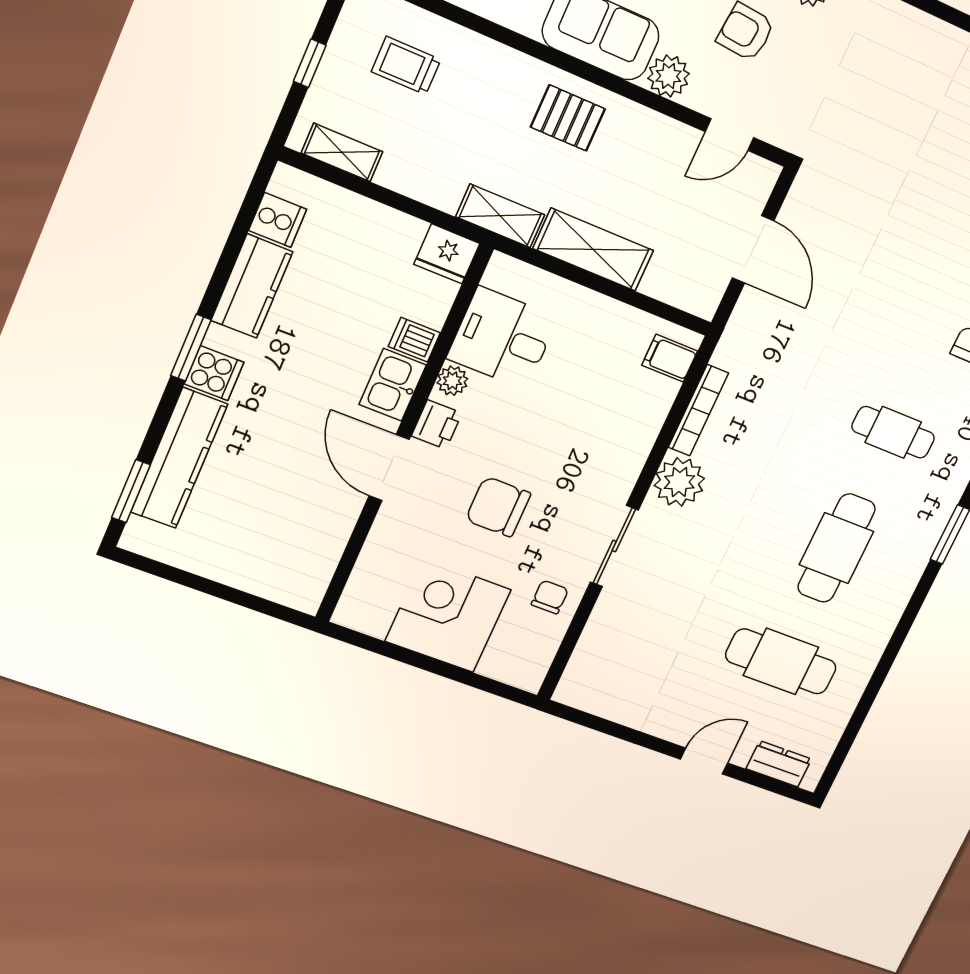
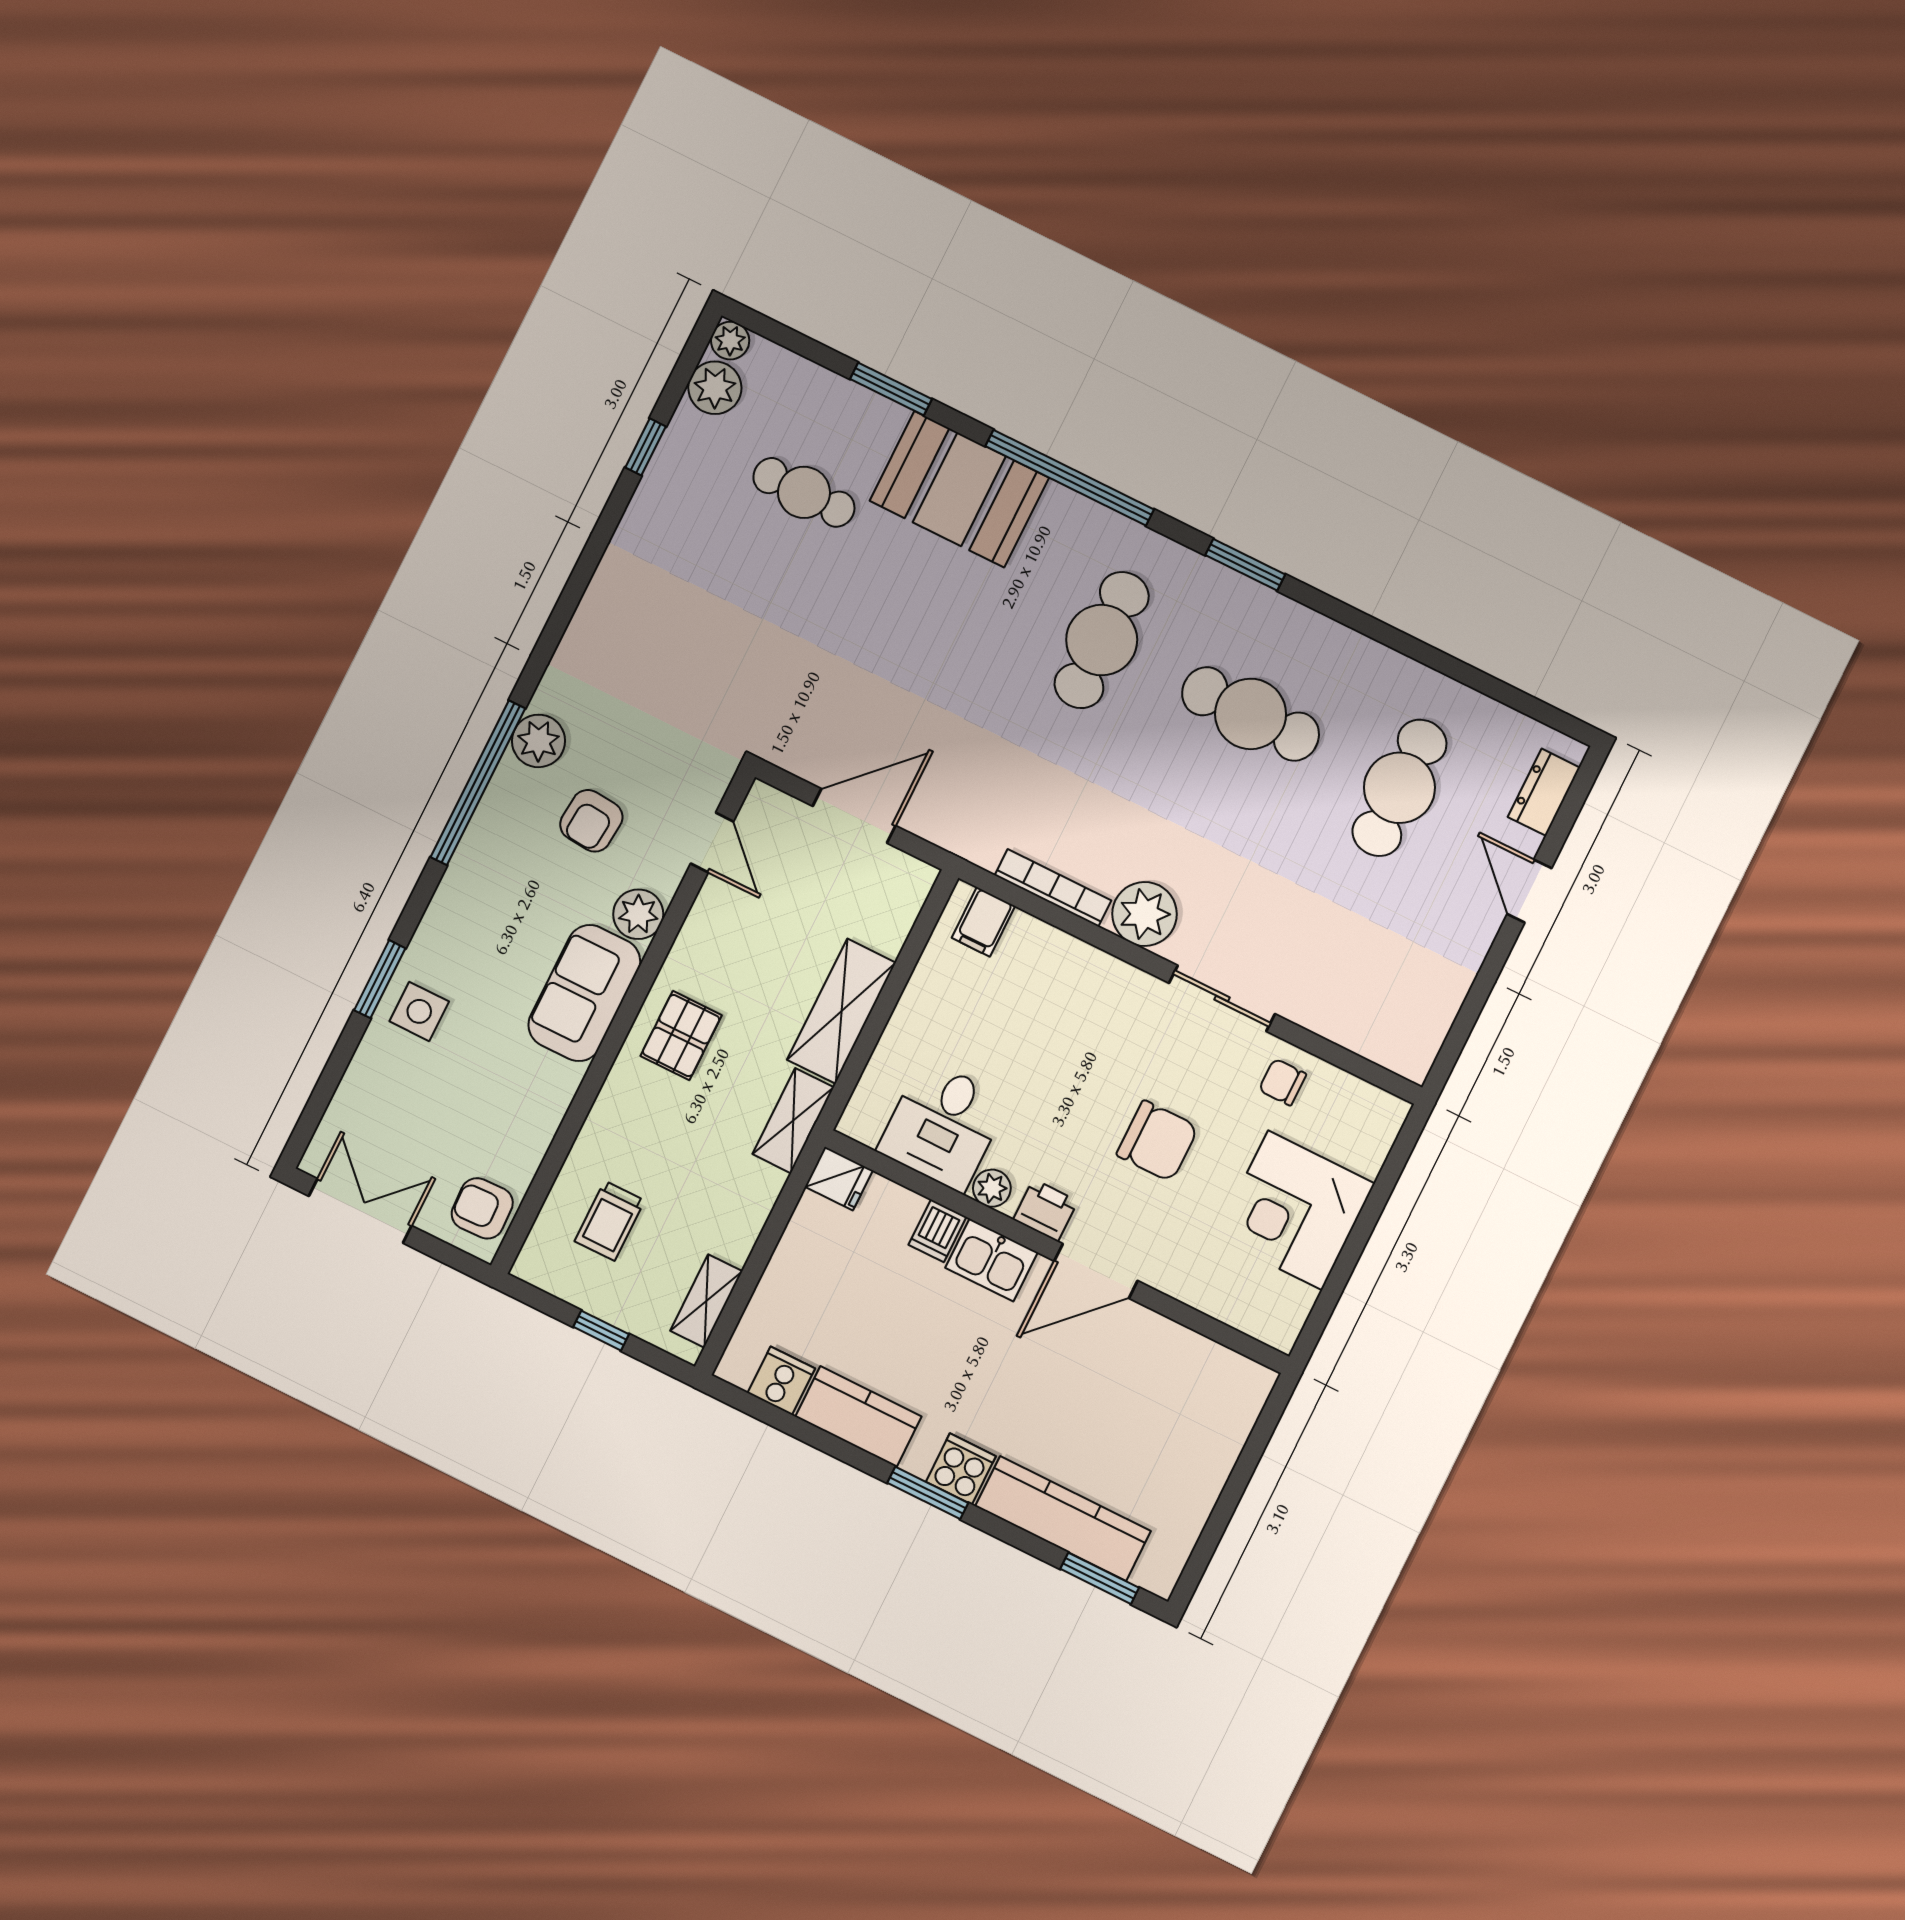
fridge: (447, 254) -> (839, 1179), width x0.72
cafe table: (893, 432) -> (1102, 640), width x1.37, depth x1.35
chair: (498, 507) -> (1157, 1141), turned -90

